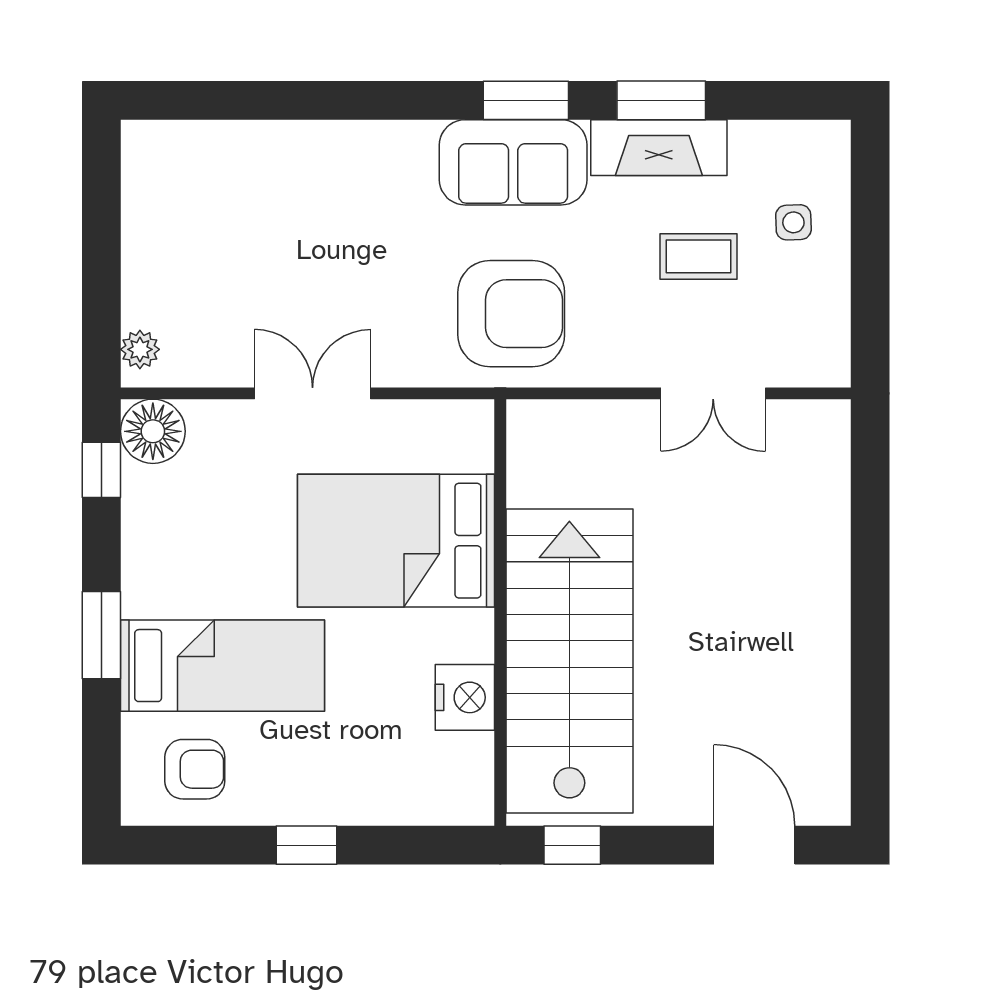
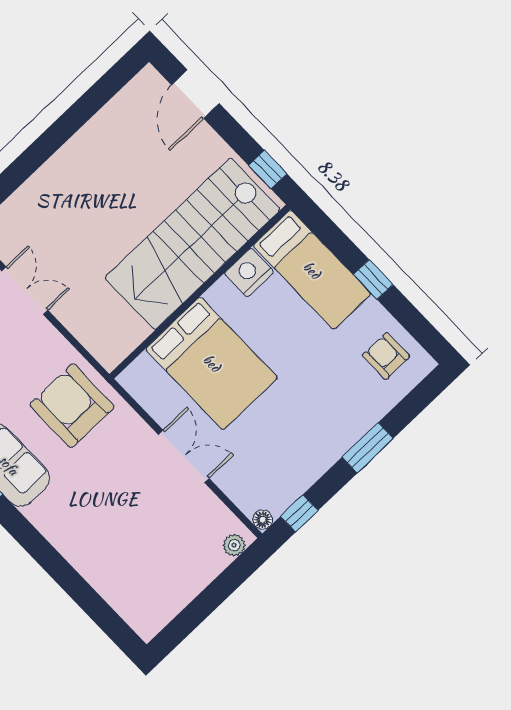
double door: (313, 393) -> (184, 456), swing flipped
floor lamp: (153, 431) -> (263, 520), width x0.53, depth x0.53
bed: (223, 666) -> (312, 270), moved, turned 180

